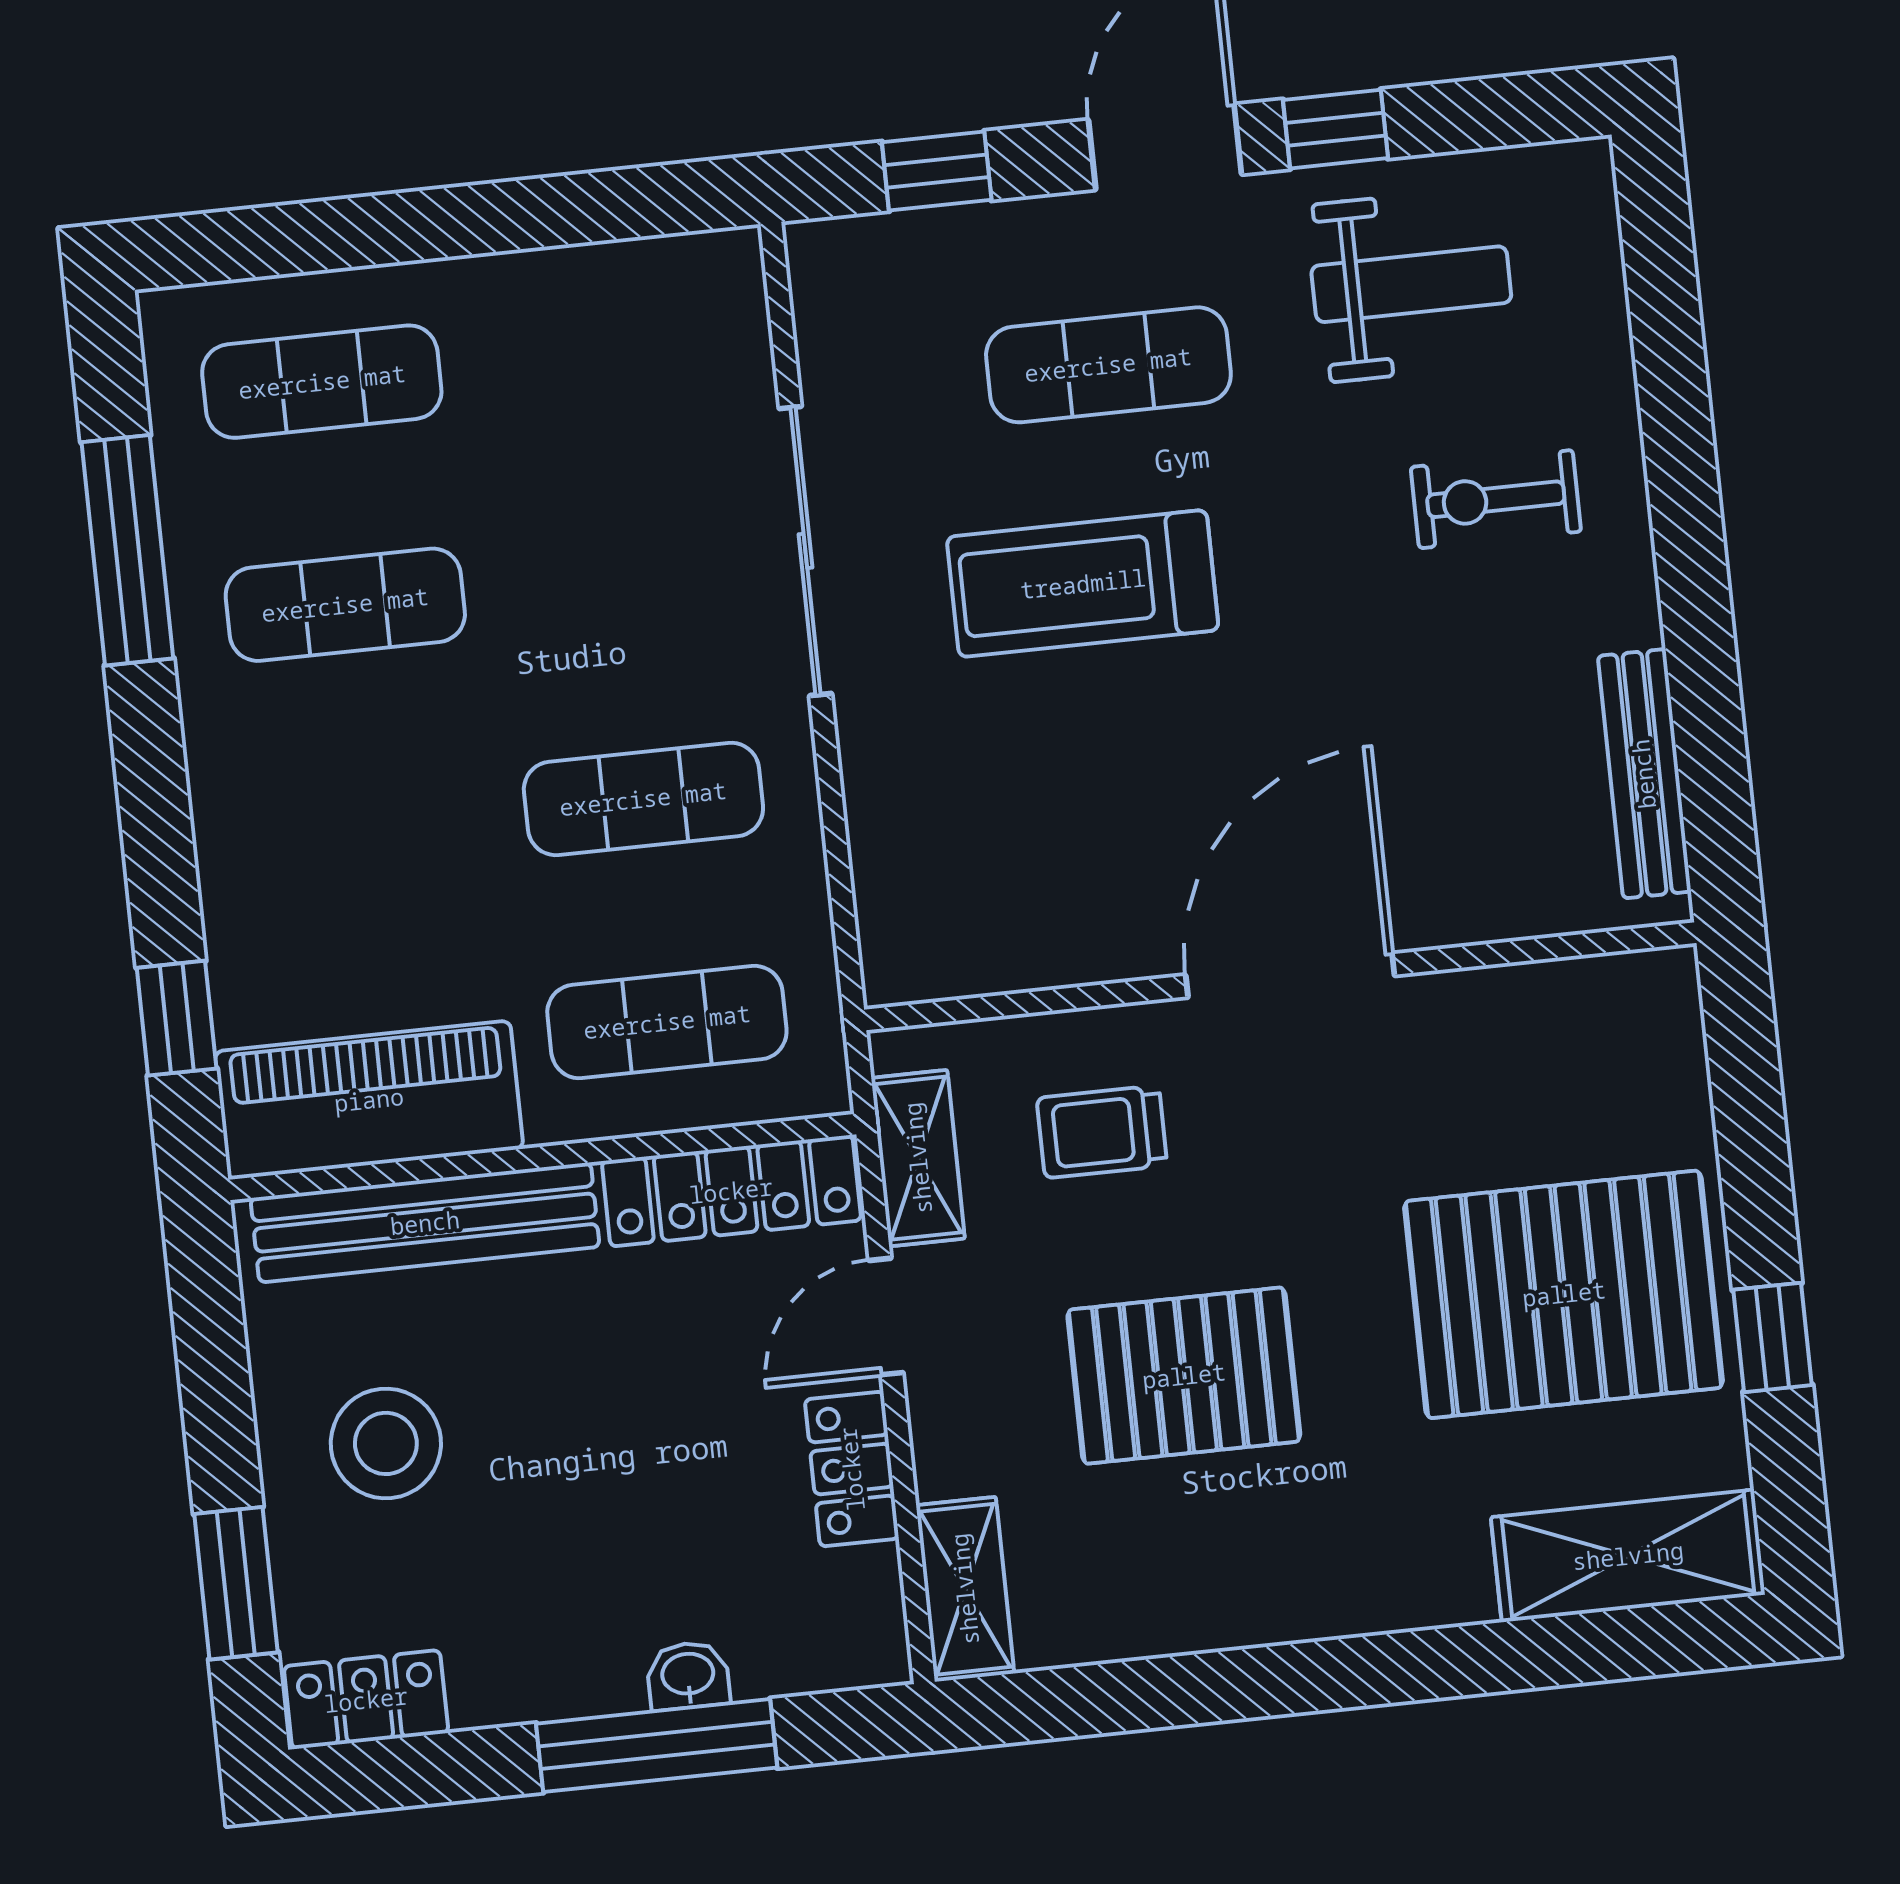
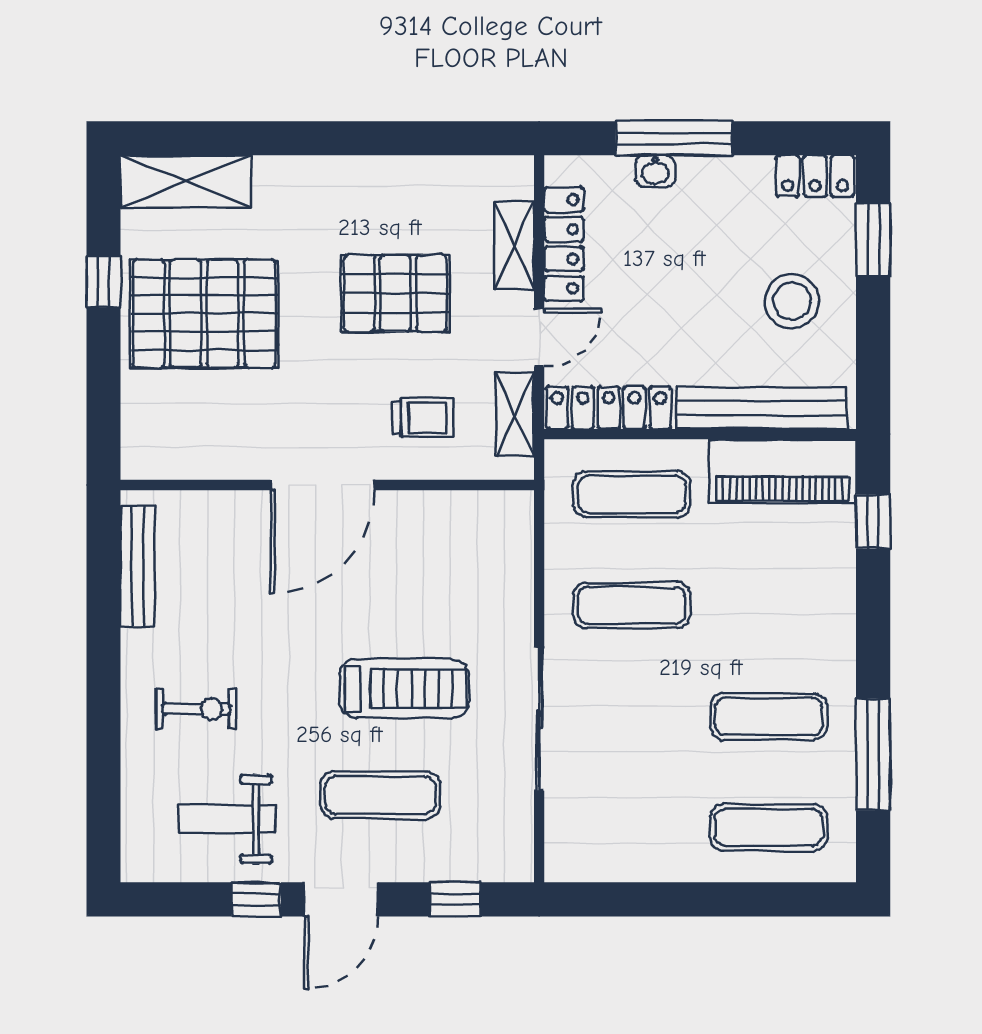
locker: (852, 1469) -> (564, 244), width x1.53
shelving: (965, 1589) -> (514, 246), moved

